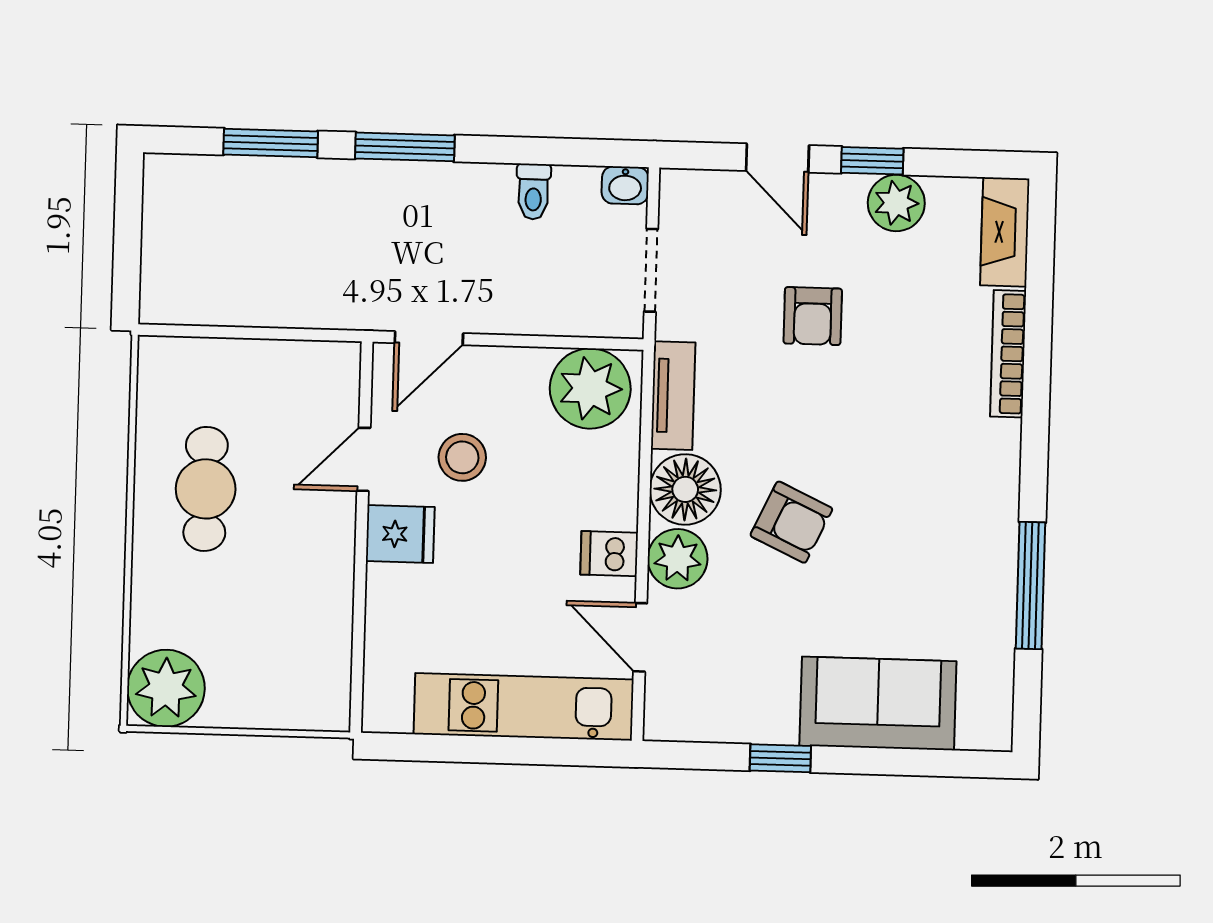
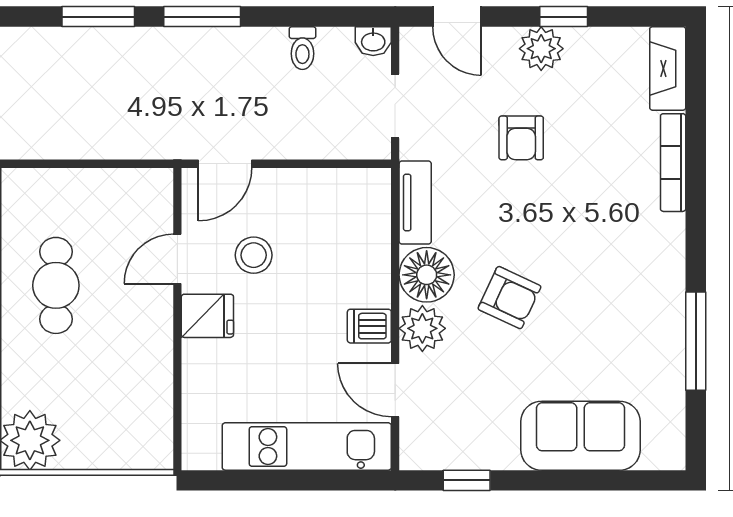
door: (777, 158) -> (457, 17), moved
plant: (896, 203) -> (541, 49), moved
plant: (590, 388) -> (351, 199), removed
window: (780, 758) -> (467, 480), moved

